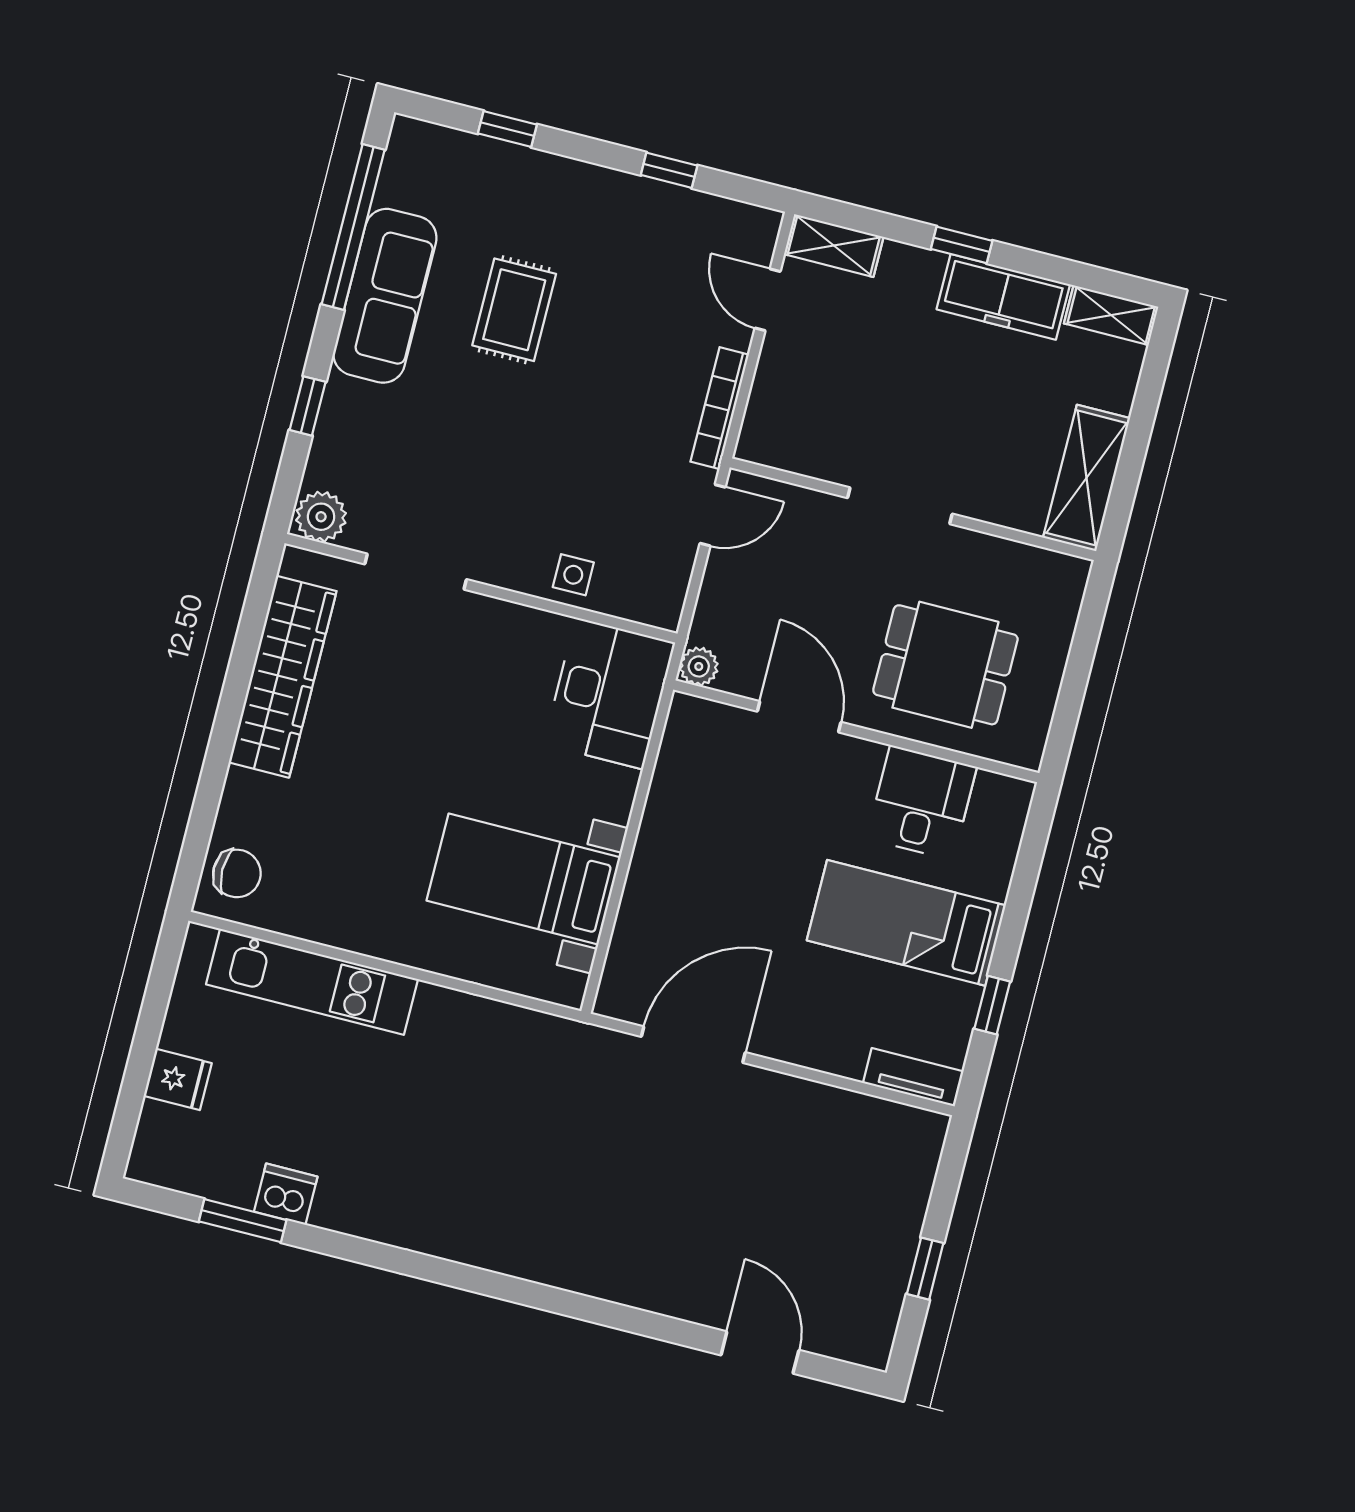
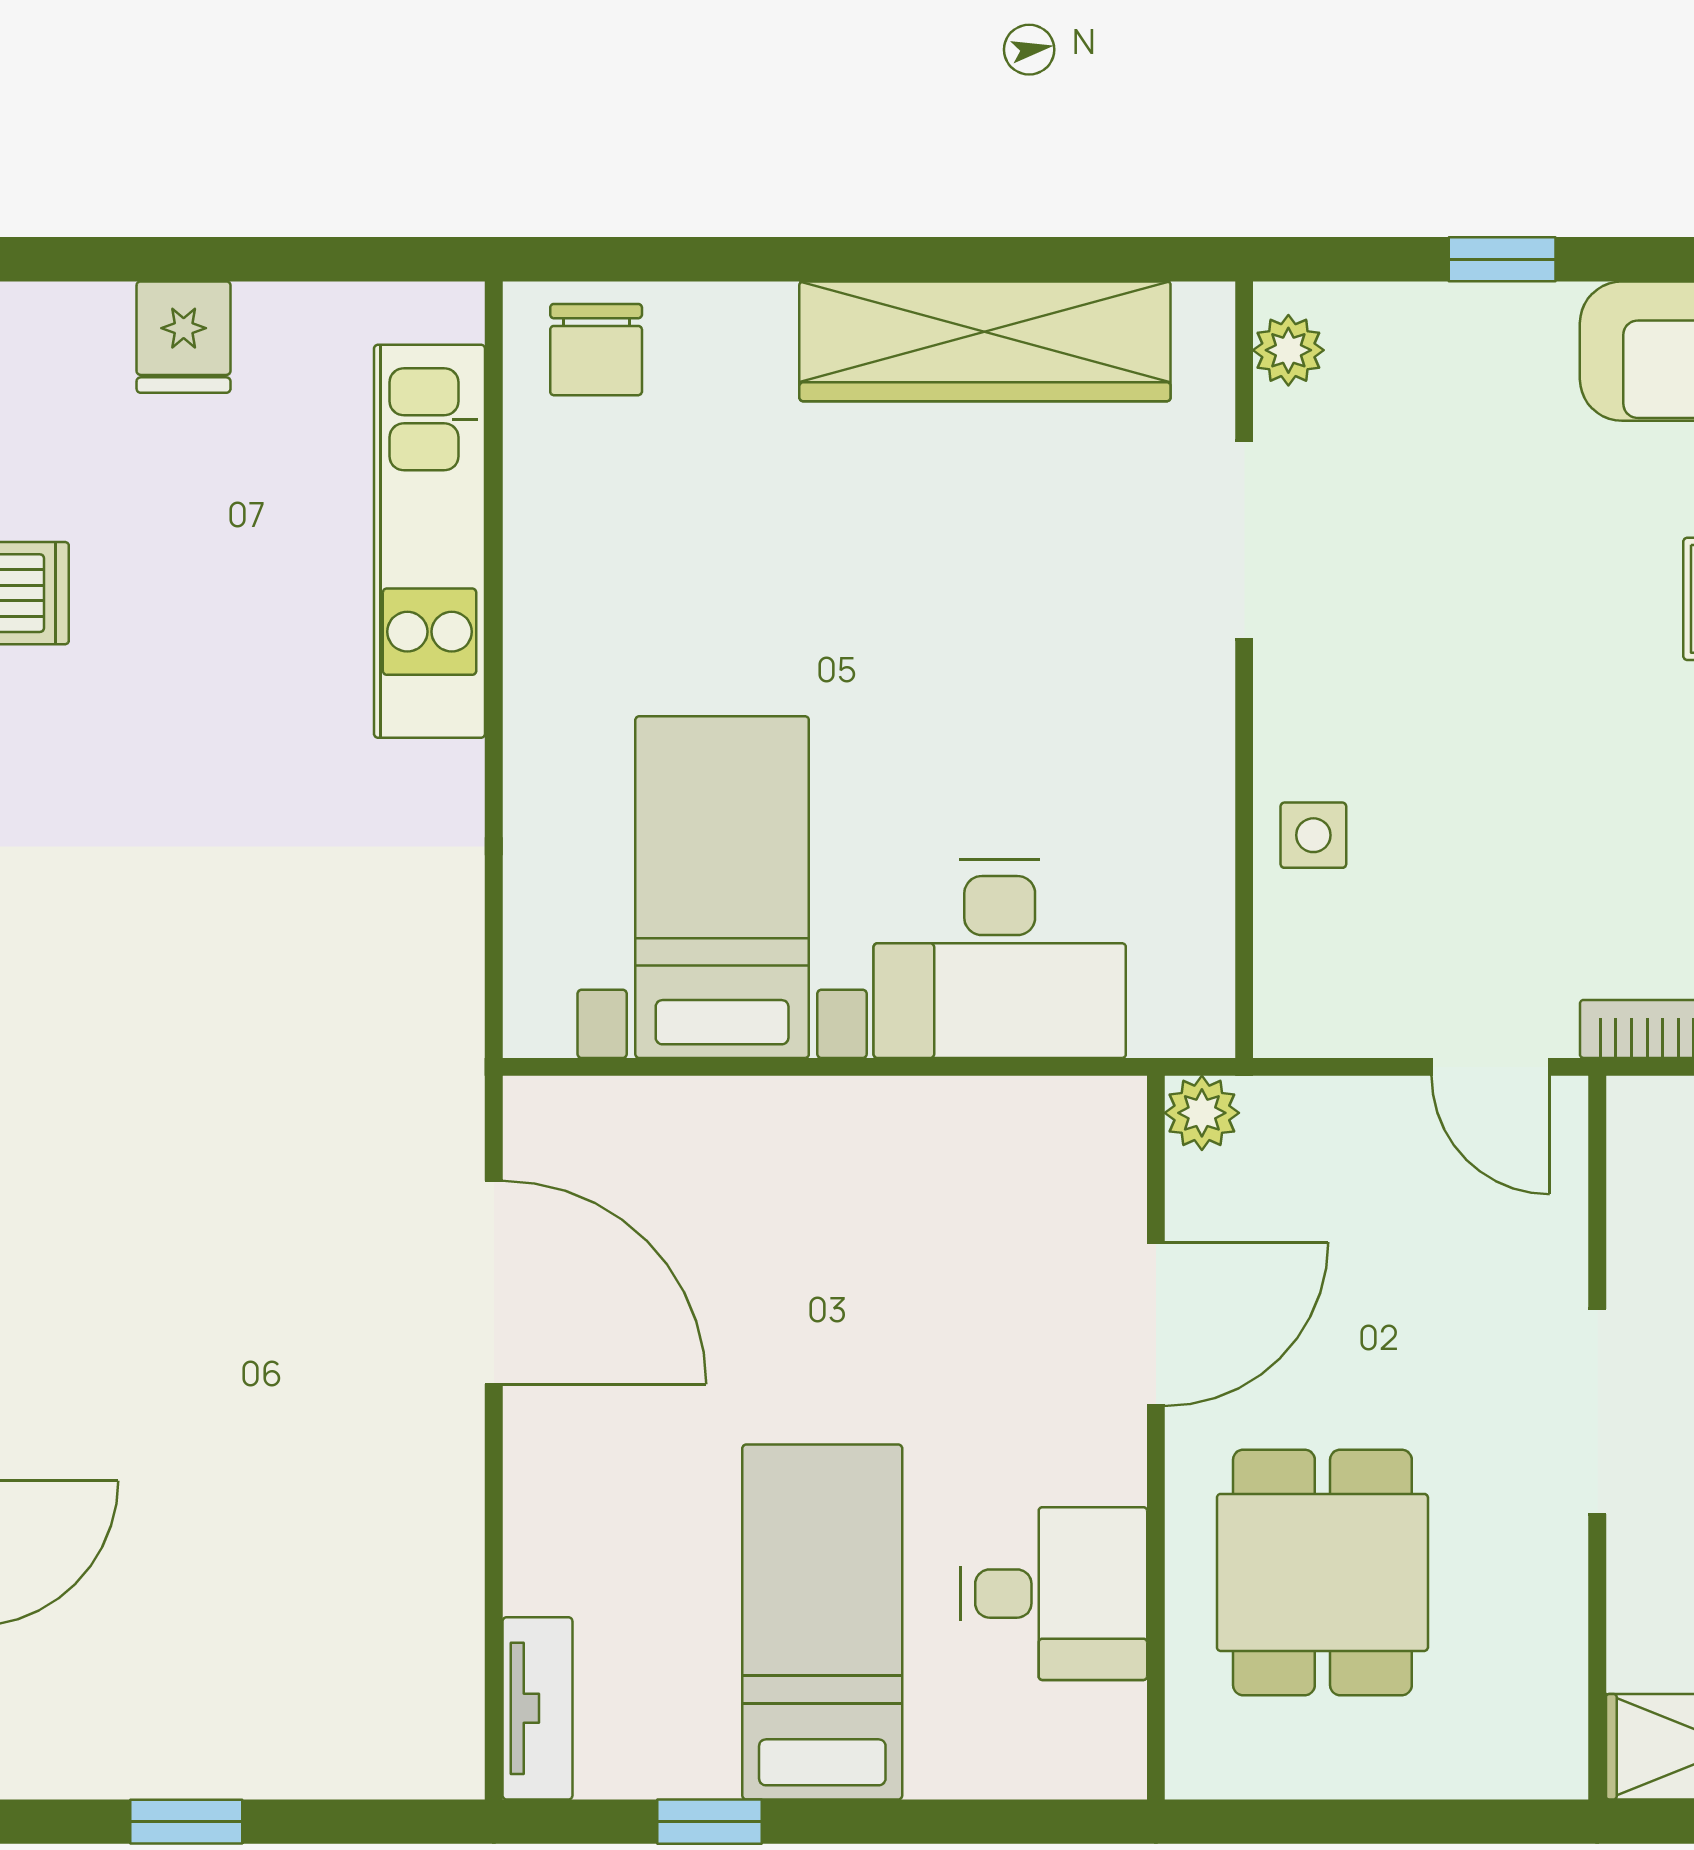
plant: (321, 517) -> (1288, 350), width x0.73, depth x0.73
desk: (609, 693) -> (1000, 959), moved

